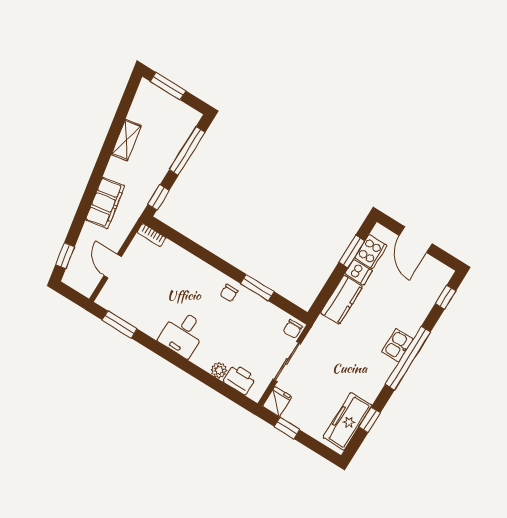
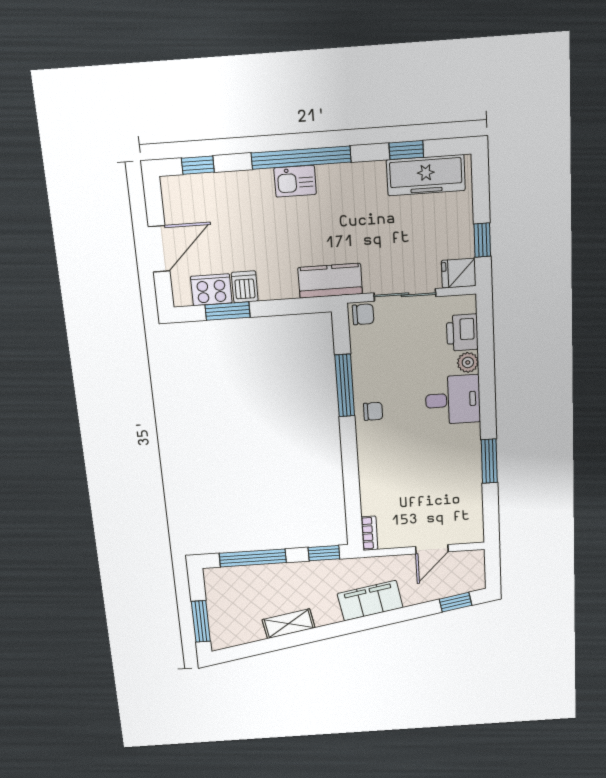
window: (257, 288) -> (345, 385), width x1.44
kitchen counter: (341, 300) -> (330, 281), moved
window: (120, 324) -> (489, 461), moved
desk: (183, 334) -> (453, 400), moved

